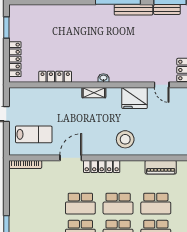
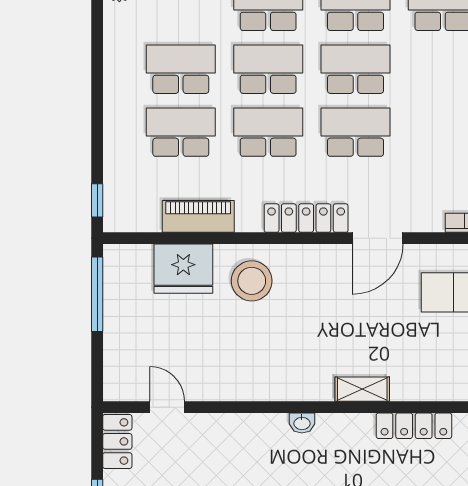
shelving: (94, 93) -> (362, 389), moved
fridge: (135, 98) -> (183, 269), moved, turned 180
piano: (161, 167) -> (198, 216), moved

